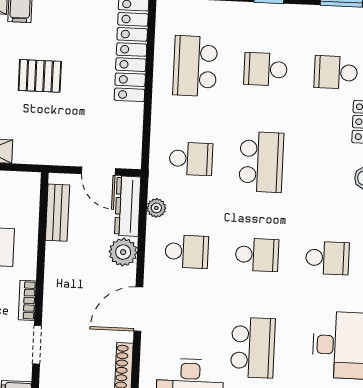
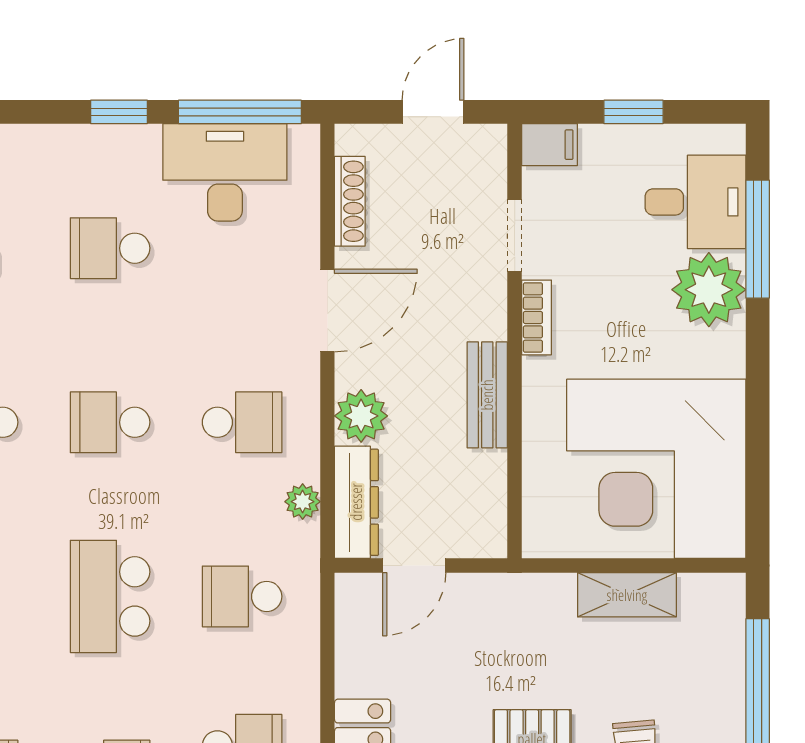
door: (98, 171) -> (414, 565), swing flipped
bench: (58, 213) -> (487, 395), moved
school desk: (187, 252) -> (242, 422), turned 180
school desk: (253, 348) -> (110, 248), width x0.54

